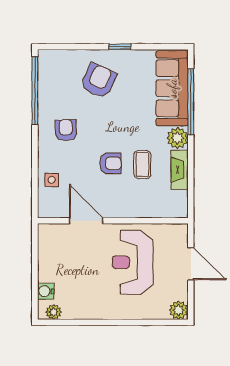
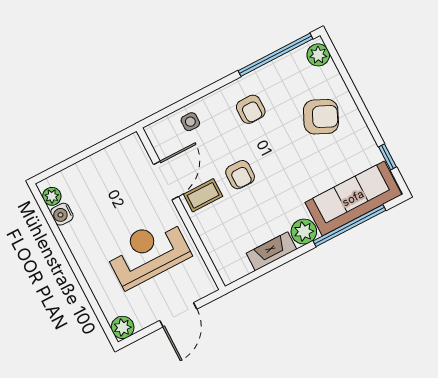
window: (120, 47) -> (387, 157), moved
plant: (52, 59) -> (318, 55), added
armchair: (66, 130) -> (251, 109), turned 92
coffee table: (142, 165) -> (203, 195), moved
water cooler: (46, 291) -> (62, 214), moved, turned -90

